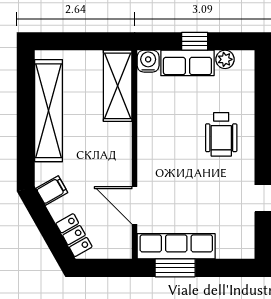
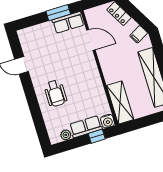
window: (195, 41) -> (97, 136), moved
wheelchair: (221, 134) -> (55, 93), turned 180
row of seats: (176, 246) -> (68, 22), width x0.68

